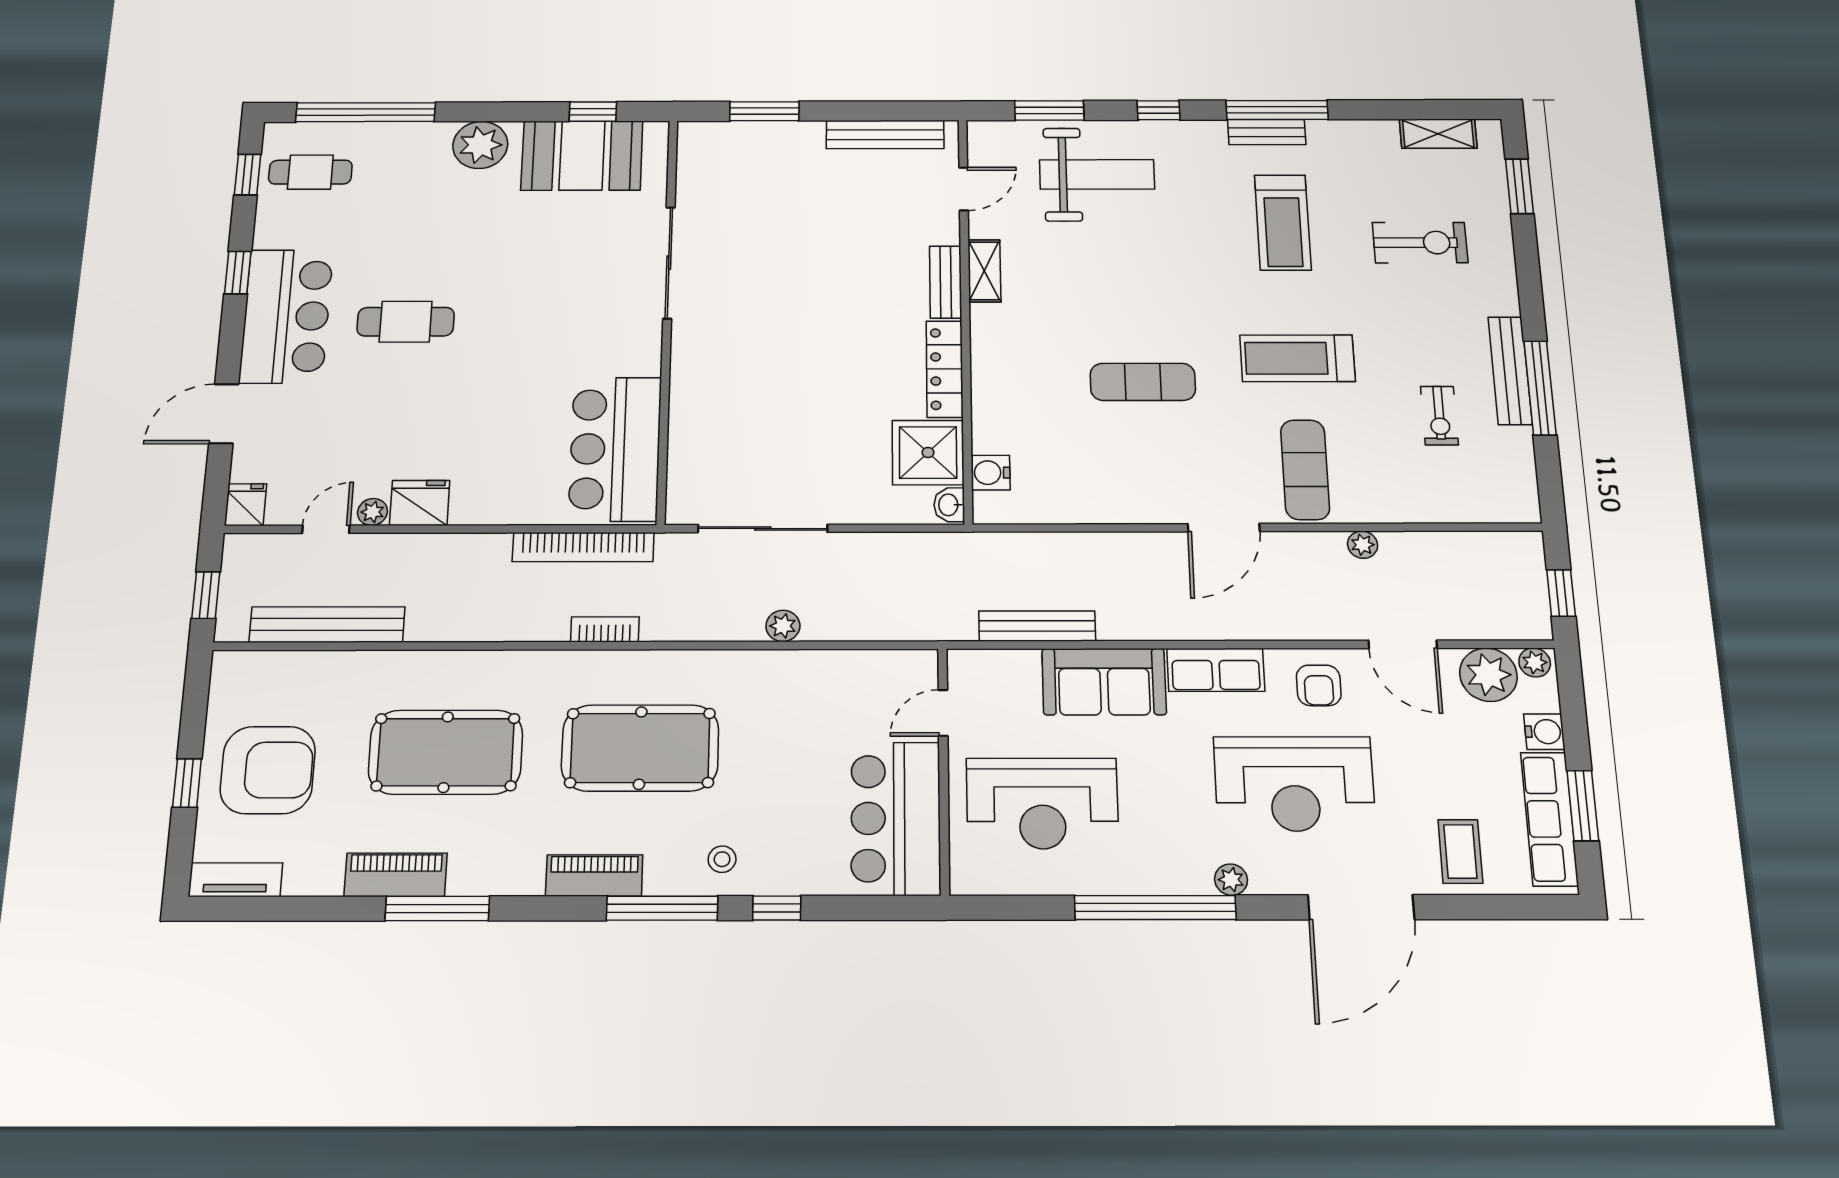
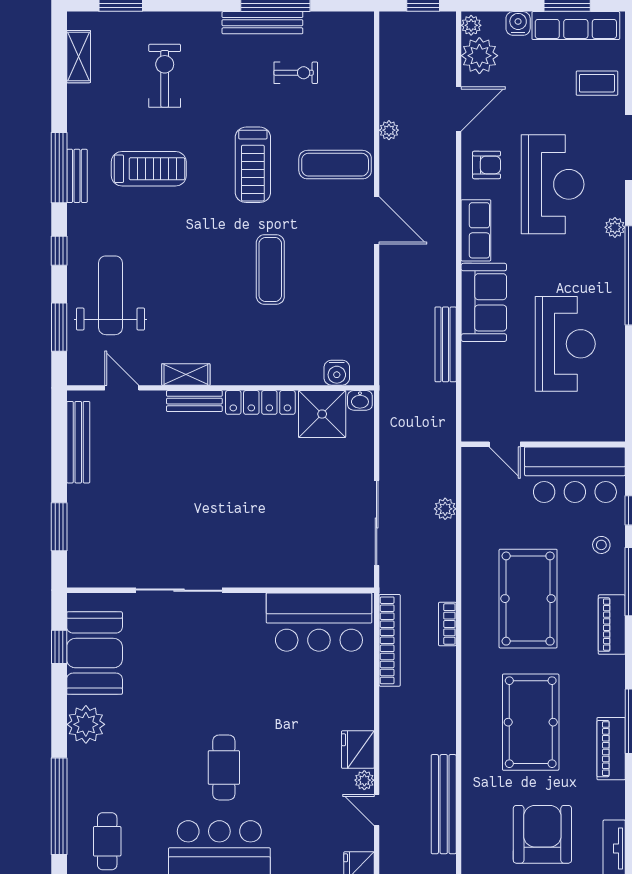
door: (943, 713) -> (505, 444), moved
wall: (944, 770) -> (543, 444), moved
bar counter: (896, 818) -> (575, 475), moved

